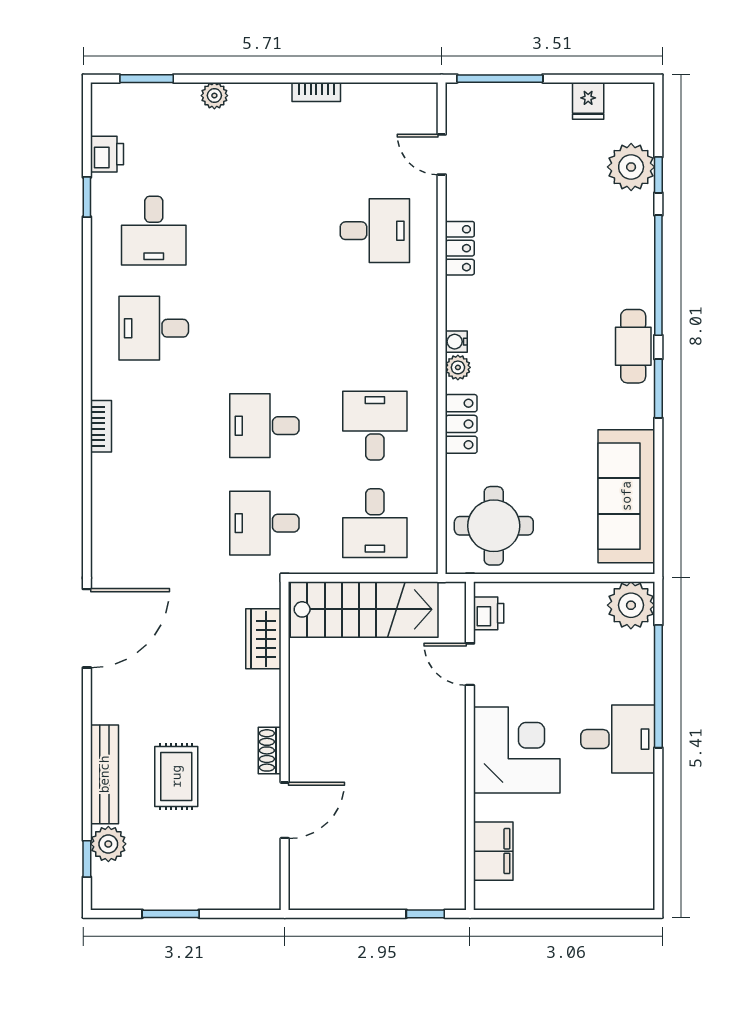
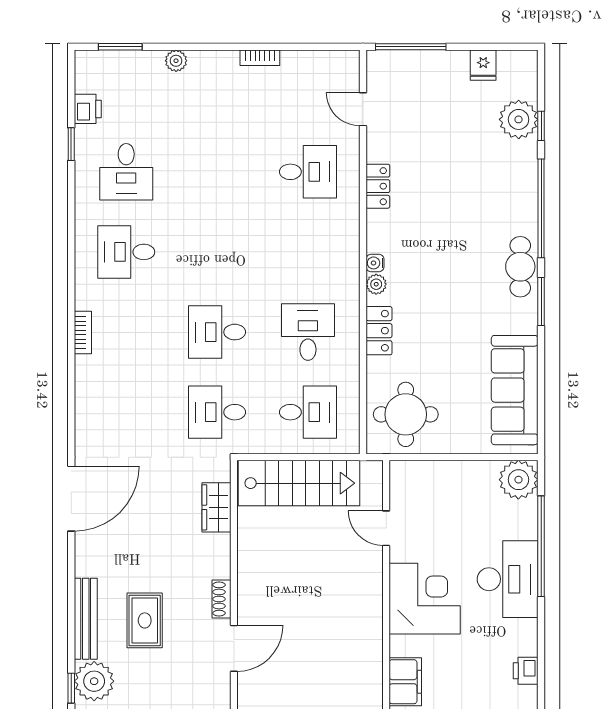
desk: (375, 523) -> (308, 412), turned -90
printer: (489, 613) -> (526, 671), moved, turned 180
desk: (618, 739) -> (508, 579), width x1.37
plant: (108, 844) -> (94, 681), width x1.36, depth x1.36

